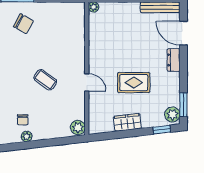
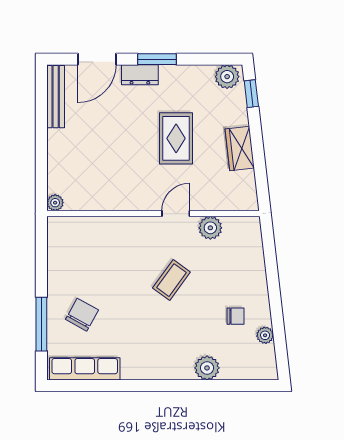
window: (183, 105) -> (157, 59), moved
plant: (78, 128) -> (210, 228), moved
plant: (27, 136) -> (265, 335), moved

